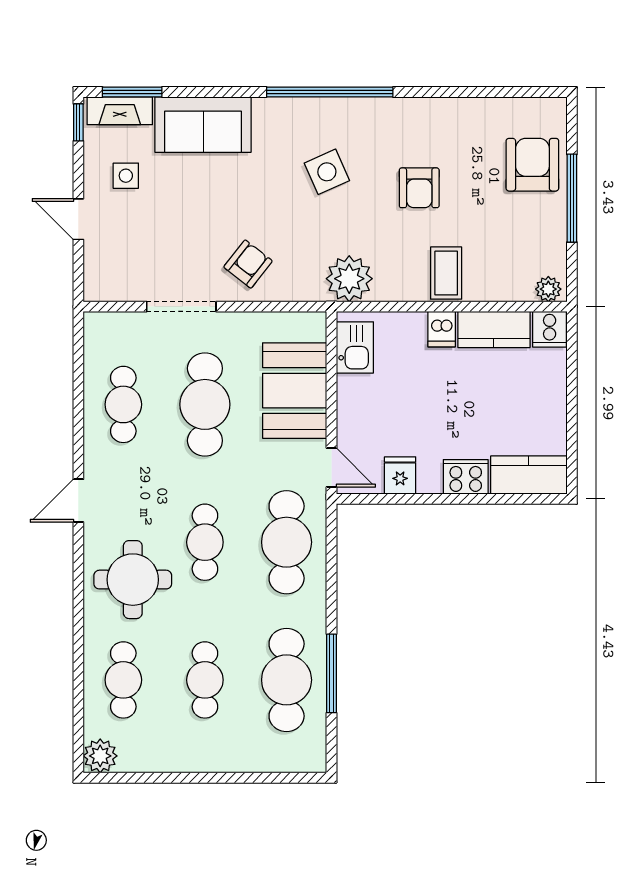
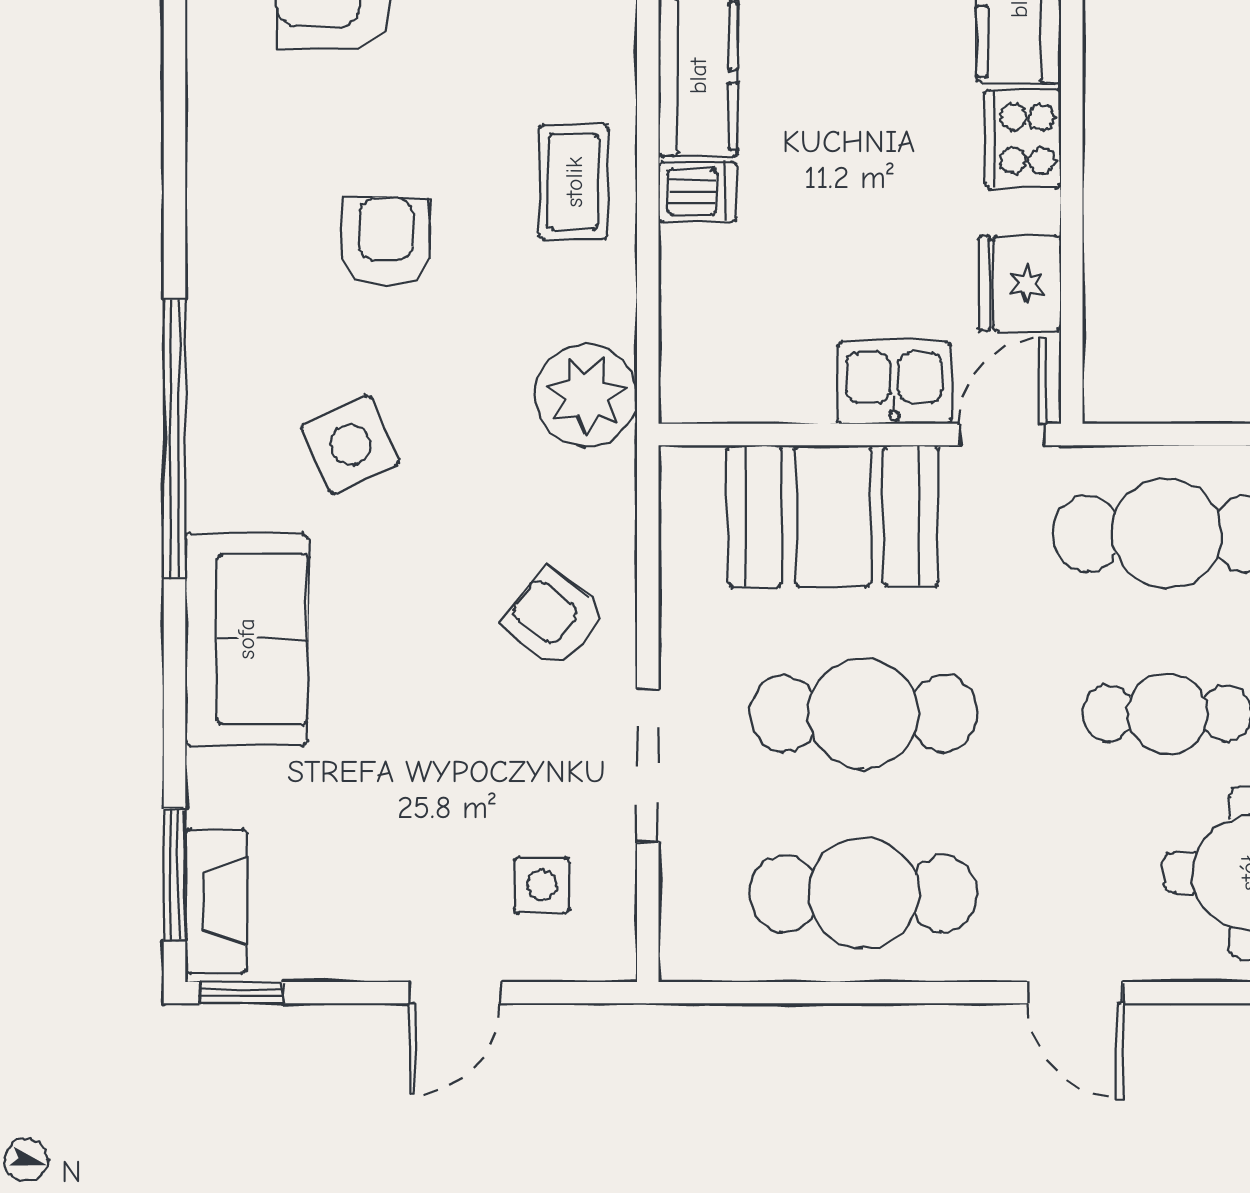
sofa: (203, 125) -> (246, 639), moved
side table: (126, 176) -> (542, 885), moved
armchair: (419, 188) -> (386, 241), turned -90
coffee table: (446, 273) -> (574, 182), turned 90
kitchen sink: (355, 347) -> (894, 383), moved
cafe table: (123, 404) -> (863, 893), width x1.37, depth x1.35
fridge: (400, 475) -> (1020, 283), width x1.38

